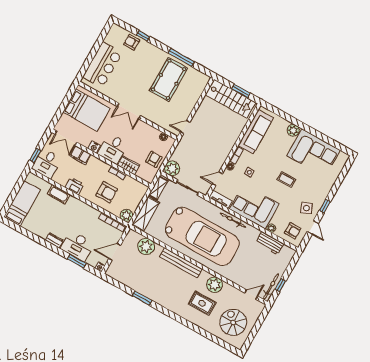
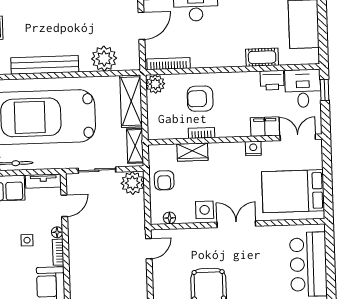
side table: (141, 130) -> (205, 210), added
desk: (113, 149) -> (227, 161), removed
printer: (75, 186) -> (272, 80), moved

